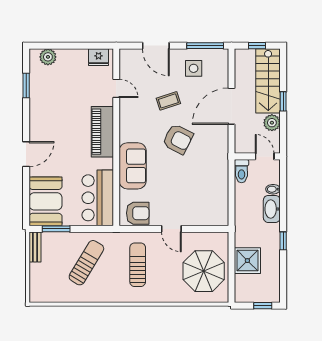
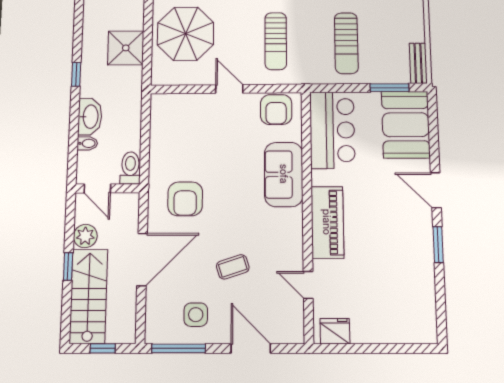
plant: (48, 57) -> (410, 332), removed
window: (26, 86) -> (438, 245), moved
armchair: (178, 139) -> (185, 199), moved, turned -117
door: (26, 154) -> (436, 190), hinge flipped
armchair: (138, 213) -> (276, 110), turned -90
sun lounger: (86, 263) -> (346, 43), turned -31

